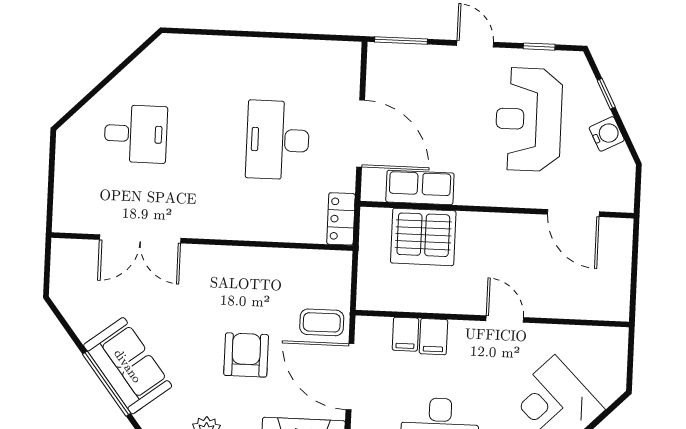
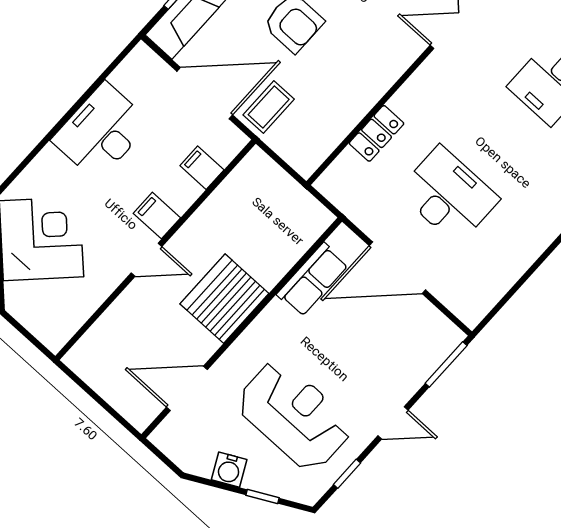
locker: (341, 219) -> (377, 133), moved, turned 90
server rack: (423, 237) -> (224, 299), moved
filing cabinet: (433, 337) -> (157, 216), moved

